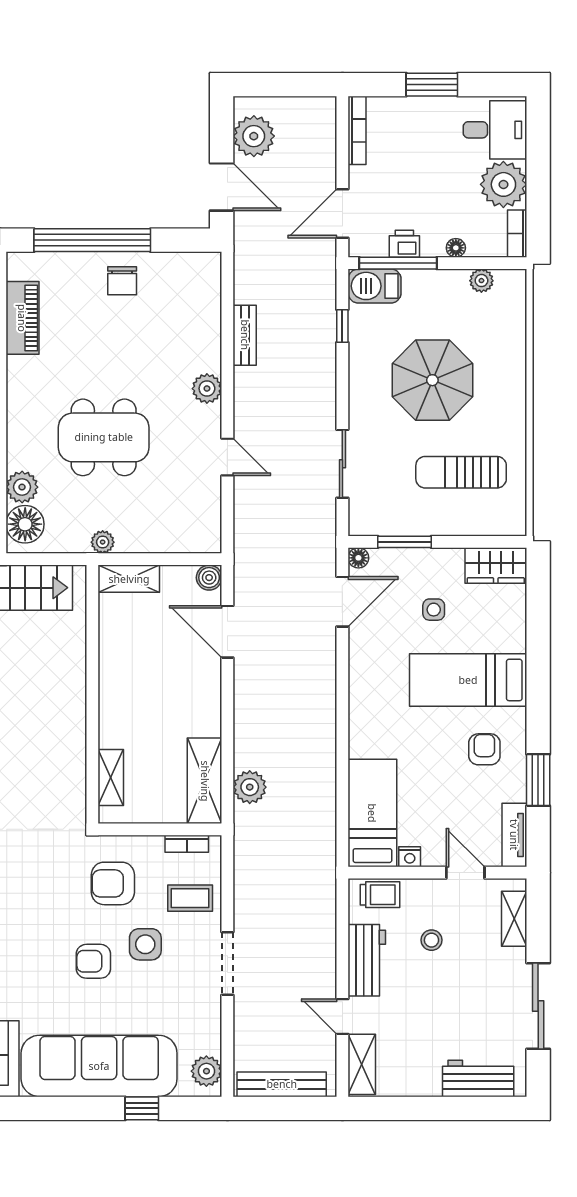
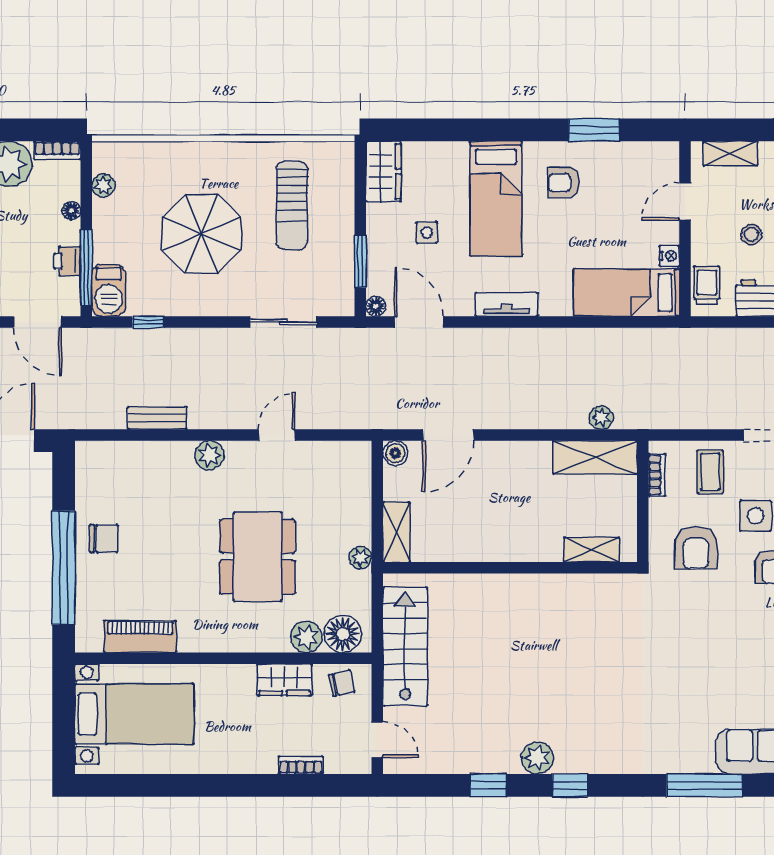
plant: (250, 787) -> (601, 418), width x0.73, depth x0.73
tv unit: (514, 835) -> (507, 304), moved, turned 180

